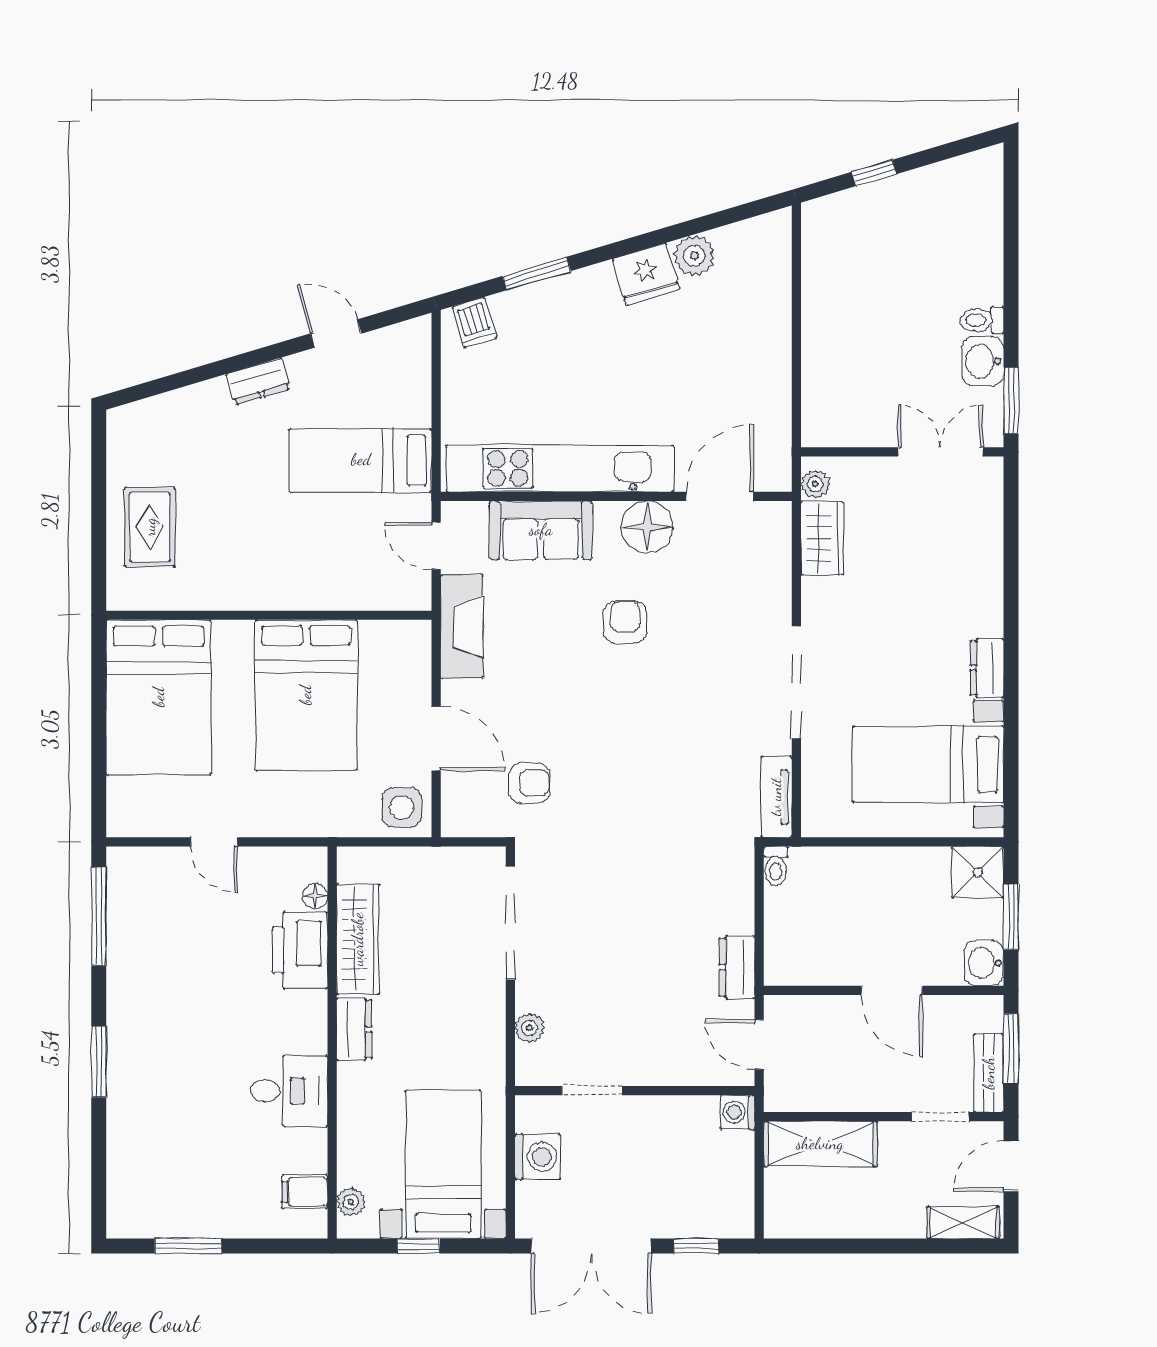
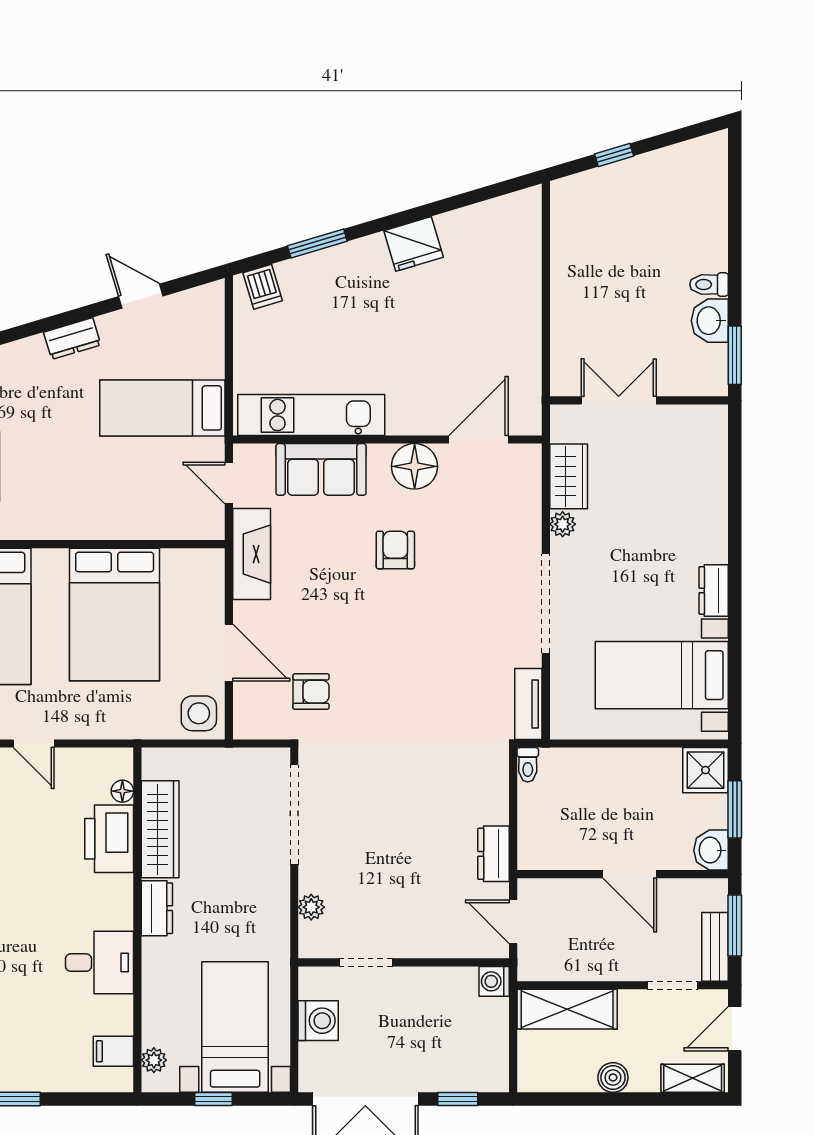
plant: (694, 256) -> (456, 228), removed
double door: (940, 452) -> (619, 400), moved
kitchen unit: (560, 468) -> (311, 415), width x0.73
plant: (815, 484) -> (563, 524), moved
boiler: (873, 1222) -> (613, 1078), added

